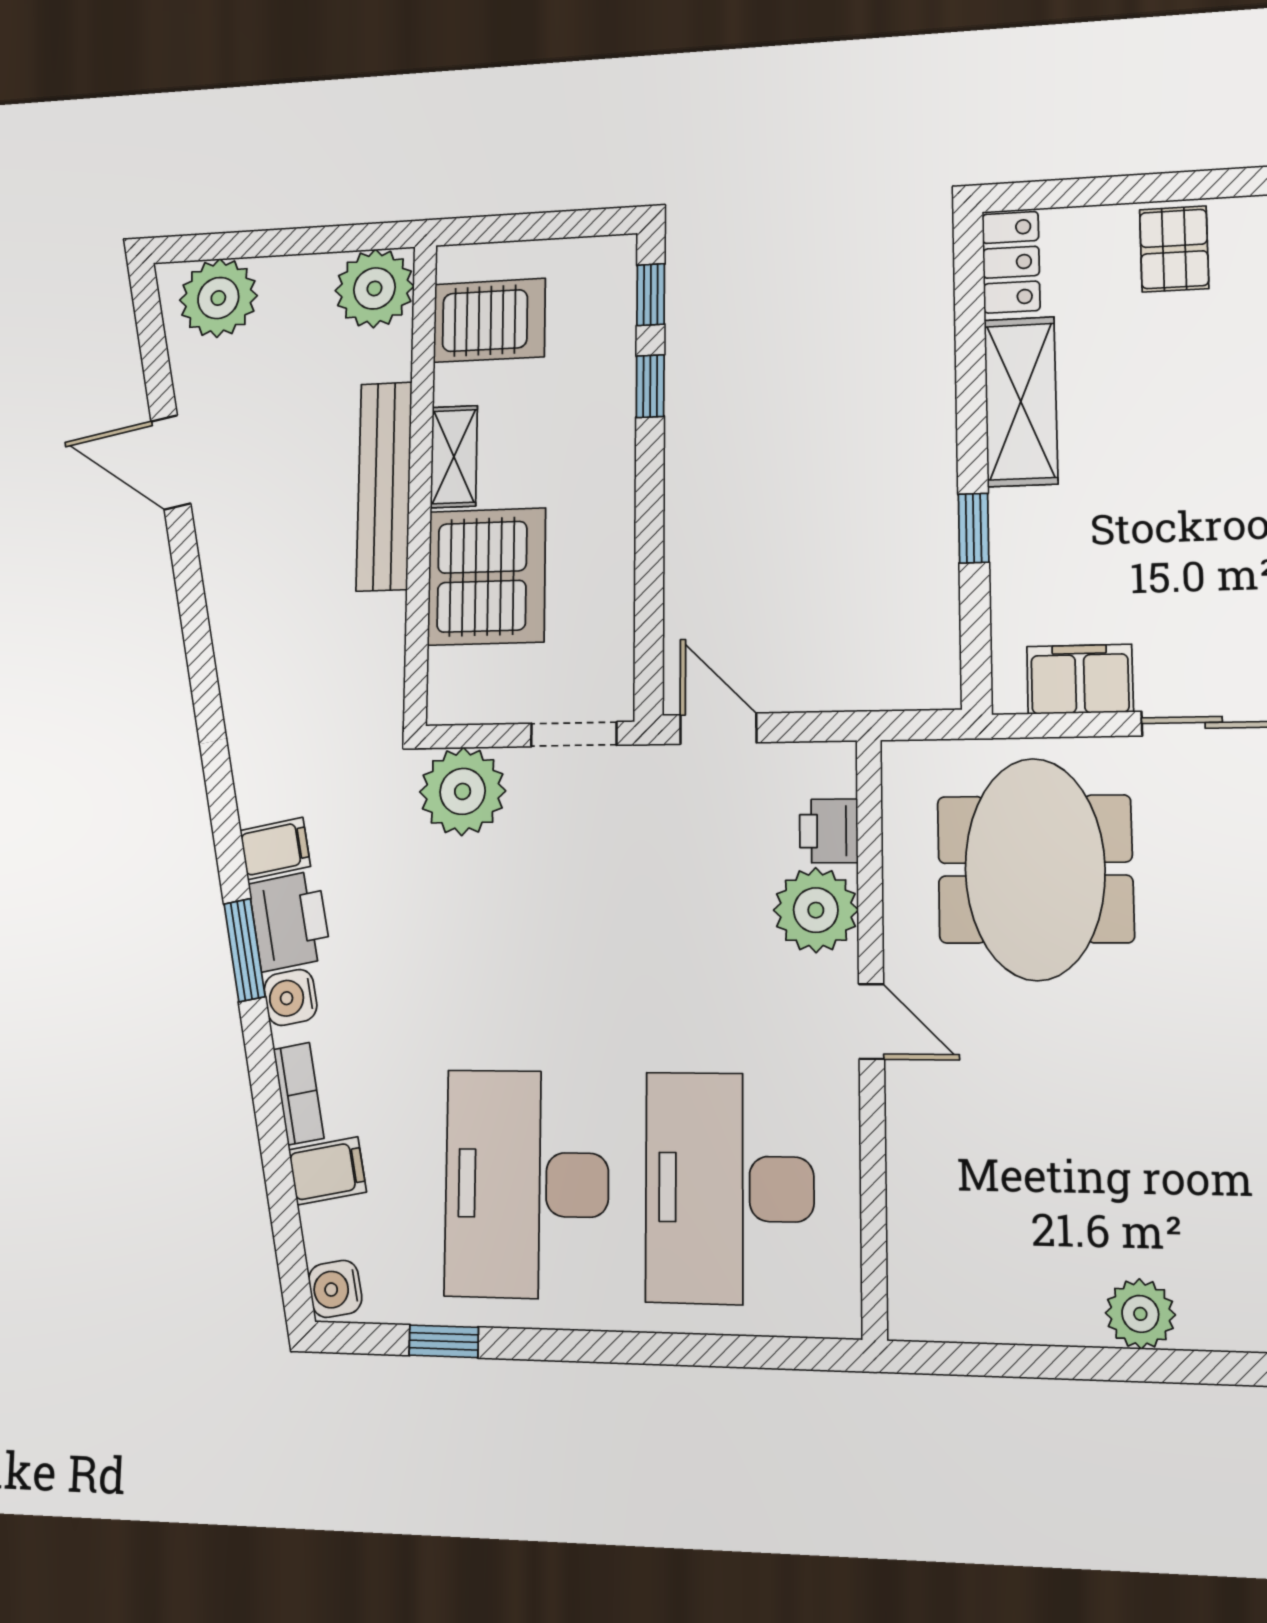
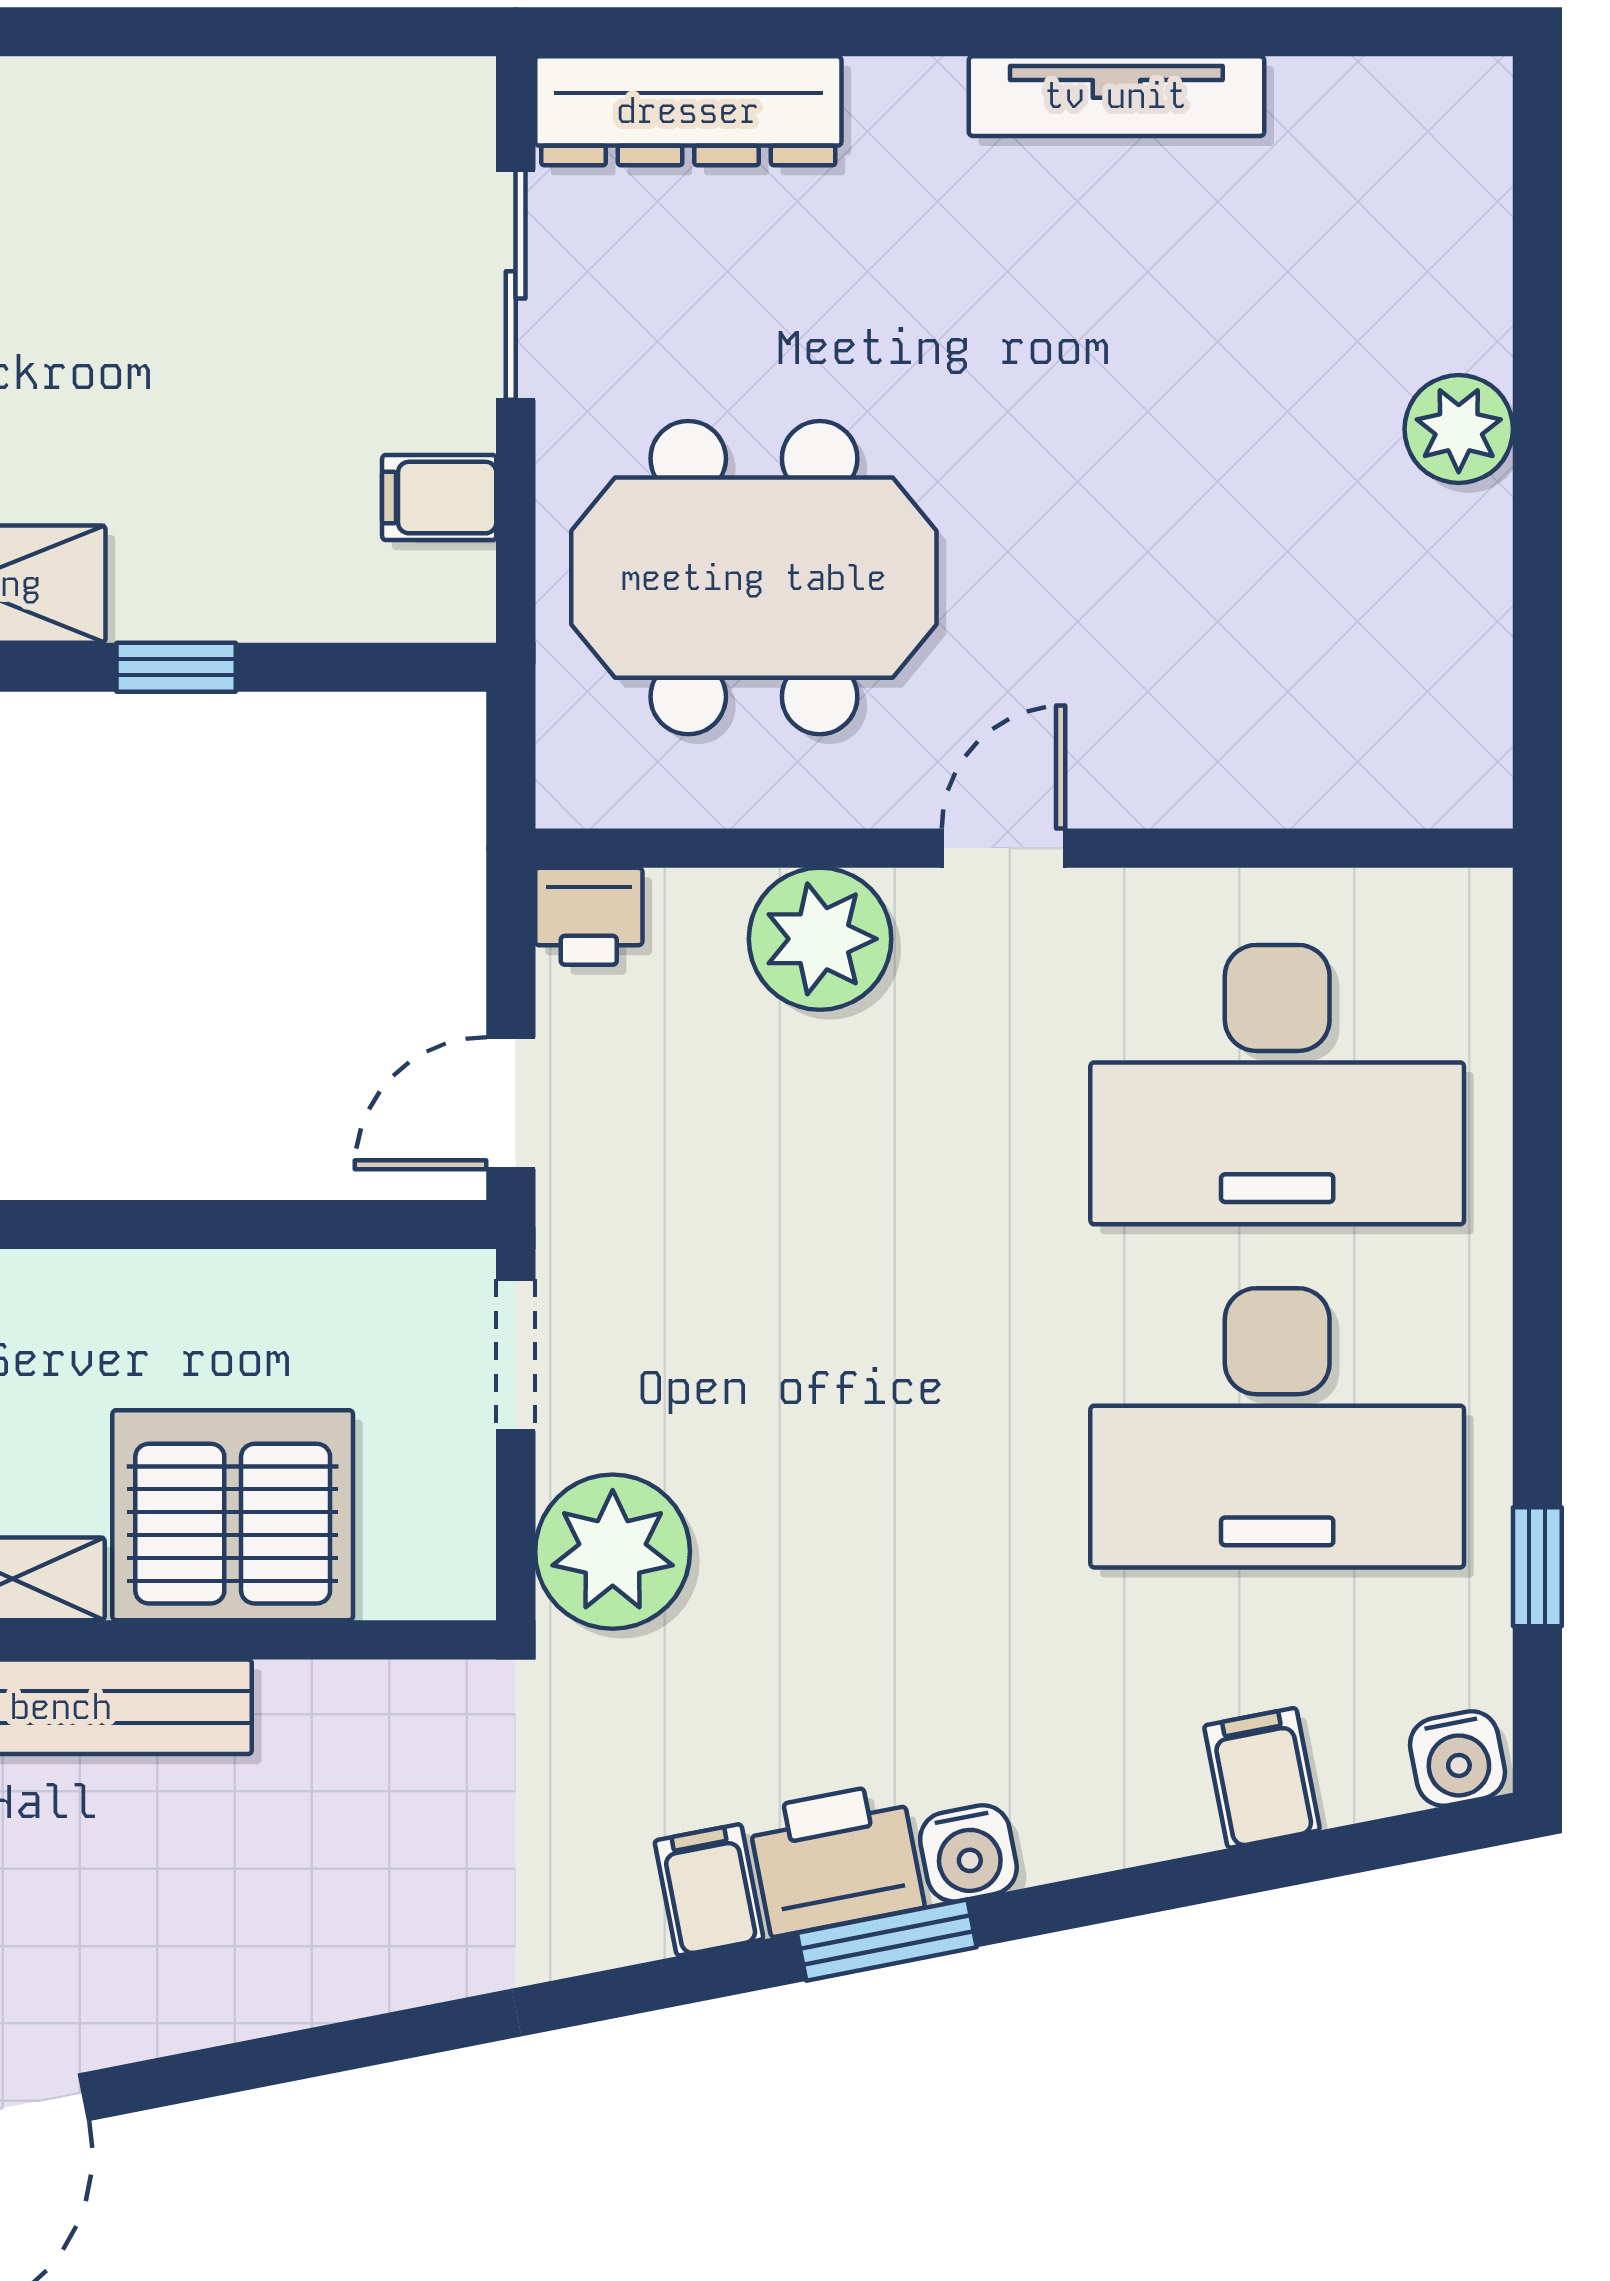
filing cabinet: (1080, 679) -> (439, 498), width x0.50
printer: (829, 831) -> (589, 916), moved
bookcase: (299, 1094) -> (1133, 1833), removed

